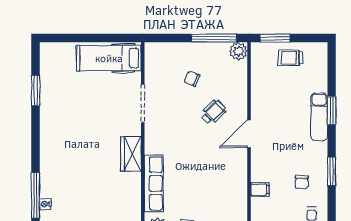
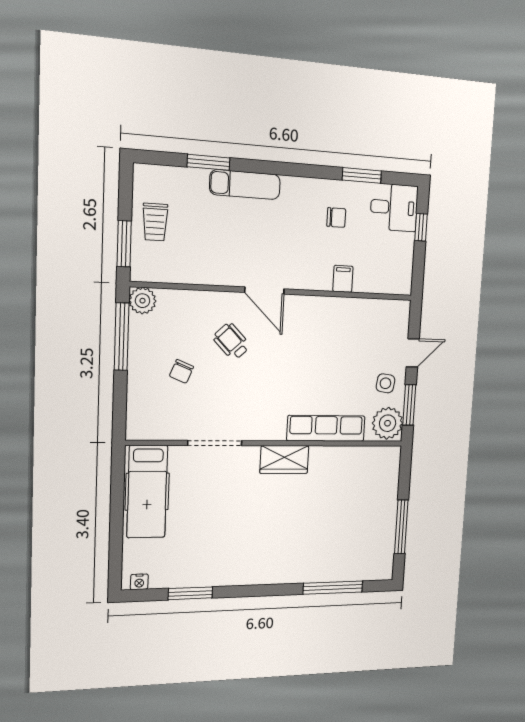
window: (332, 111) -> (209, 162), moved
window: (332, 171) -> (362, 175), moved
nightstand: (45, 204) -> (139, 582), moved

